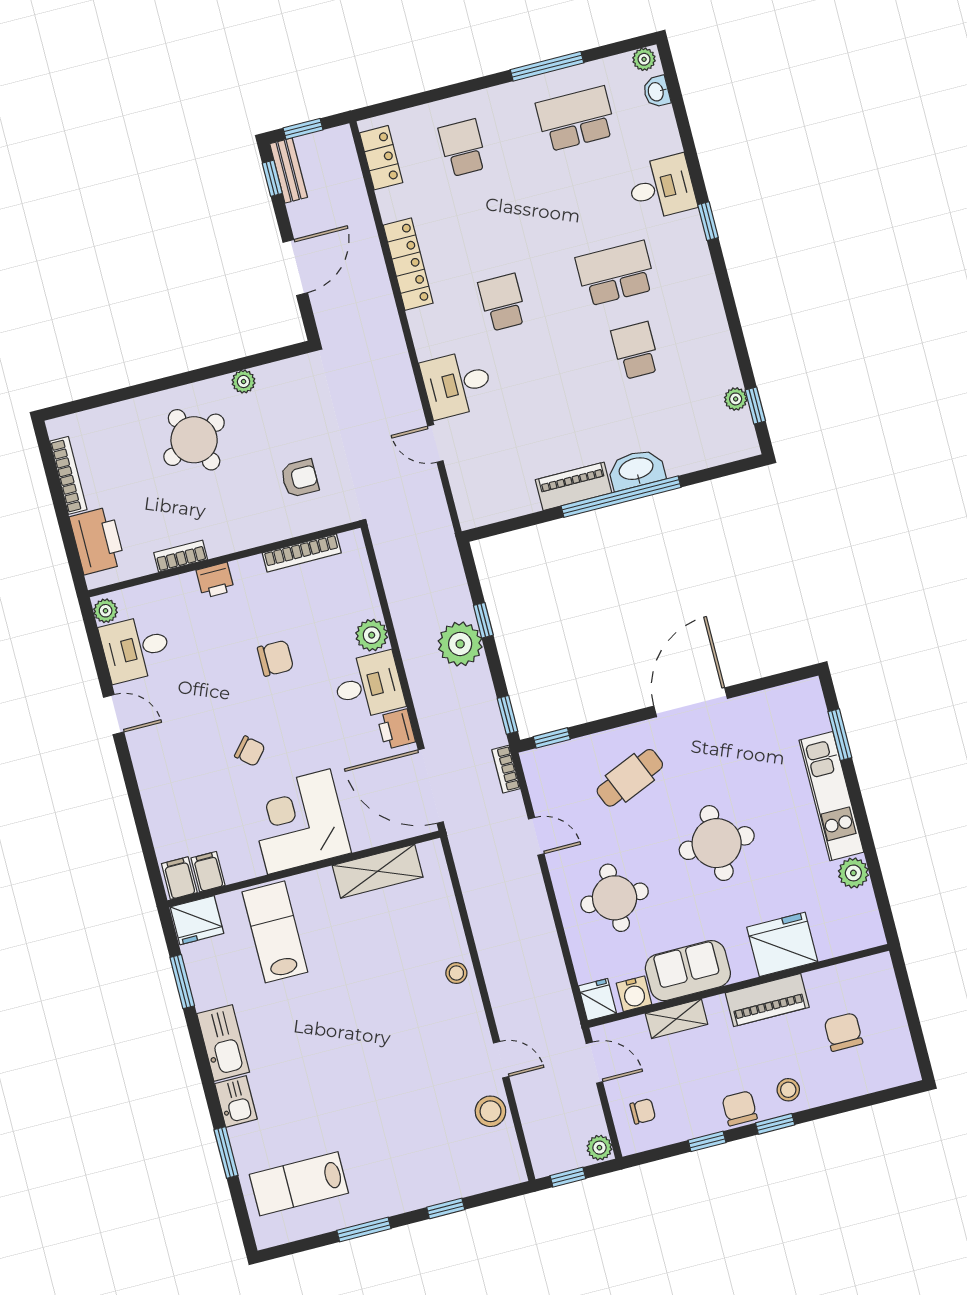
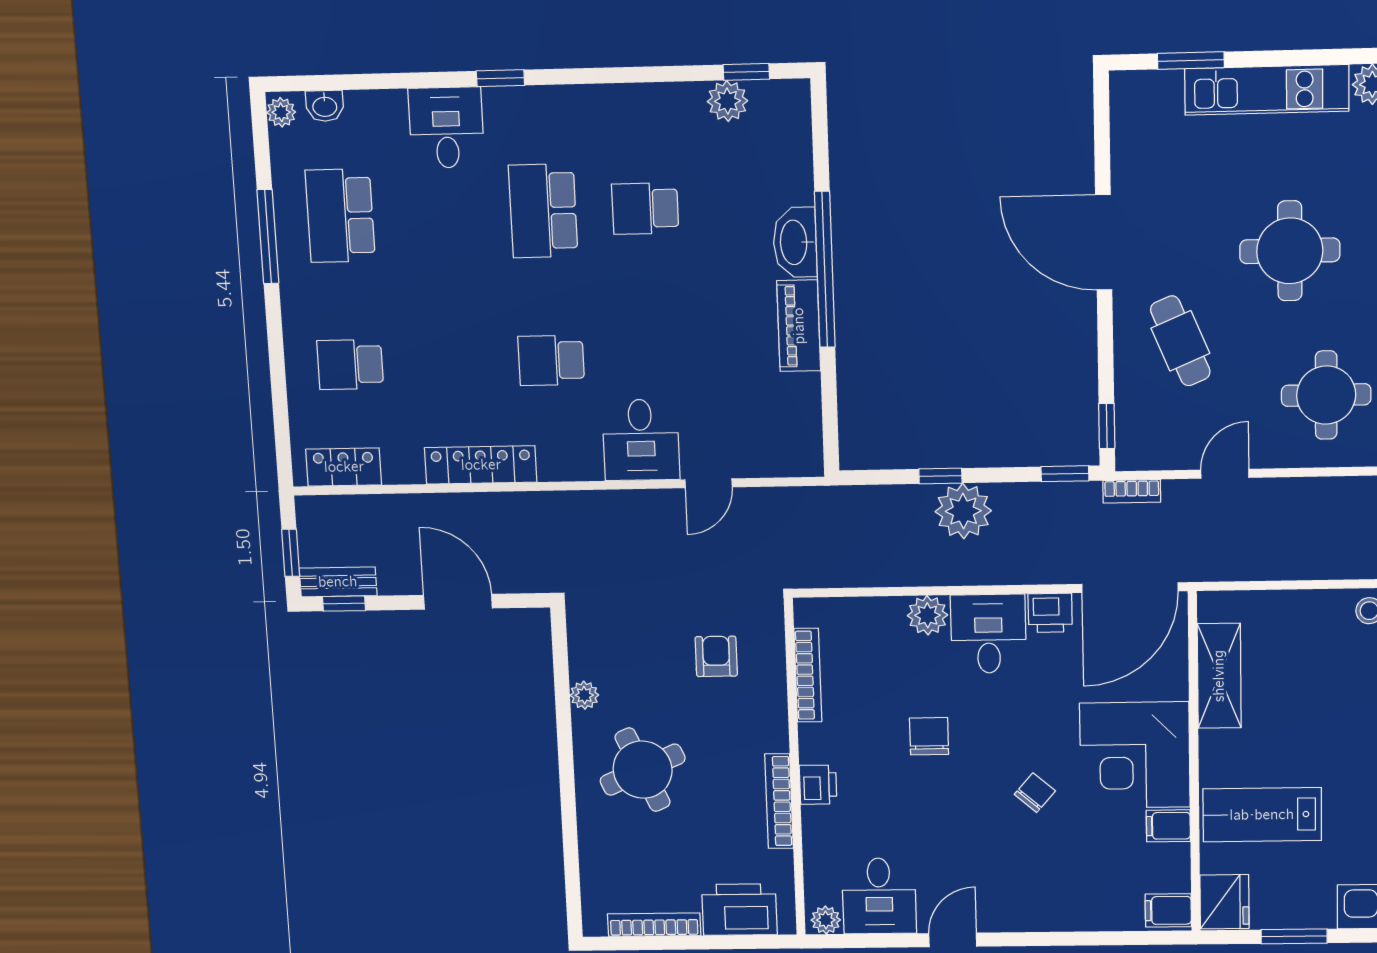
plant: (736, 399) -> (727, 101), width x1.38, depth x1.38
bookcase: (181, 556) -> (779, 801), width x1.56
filing cabinet: (208, 872) -> (1168, 826), moved

